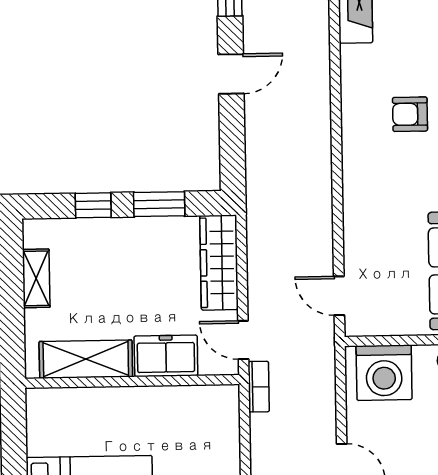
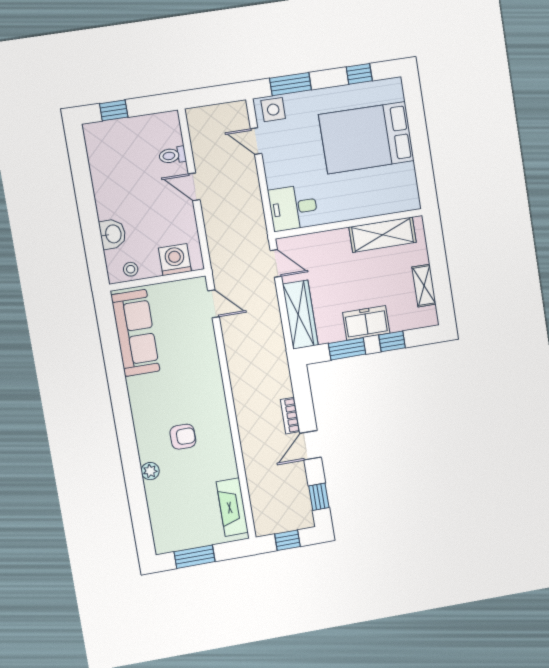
freezer: (166, 356) -> (366, 323), moved, turned 180
washing machine: (384, 373) -> (175, 260), width x0.73, depth x0.73
bookcase: (259, 387) -> (290, 416), moved
desk: (207, 415) -> (293, 208), added

